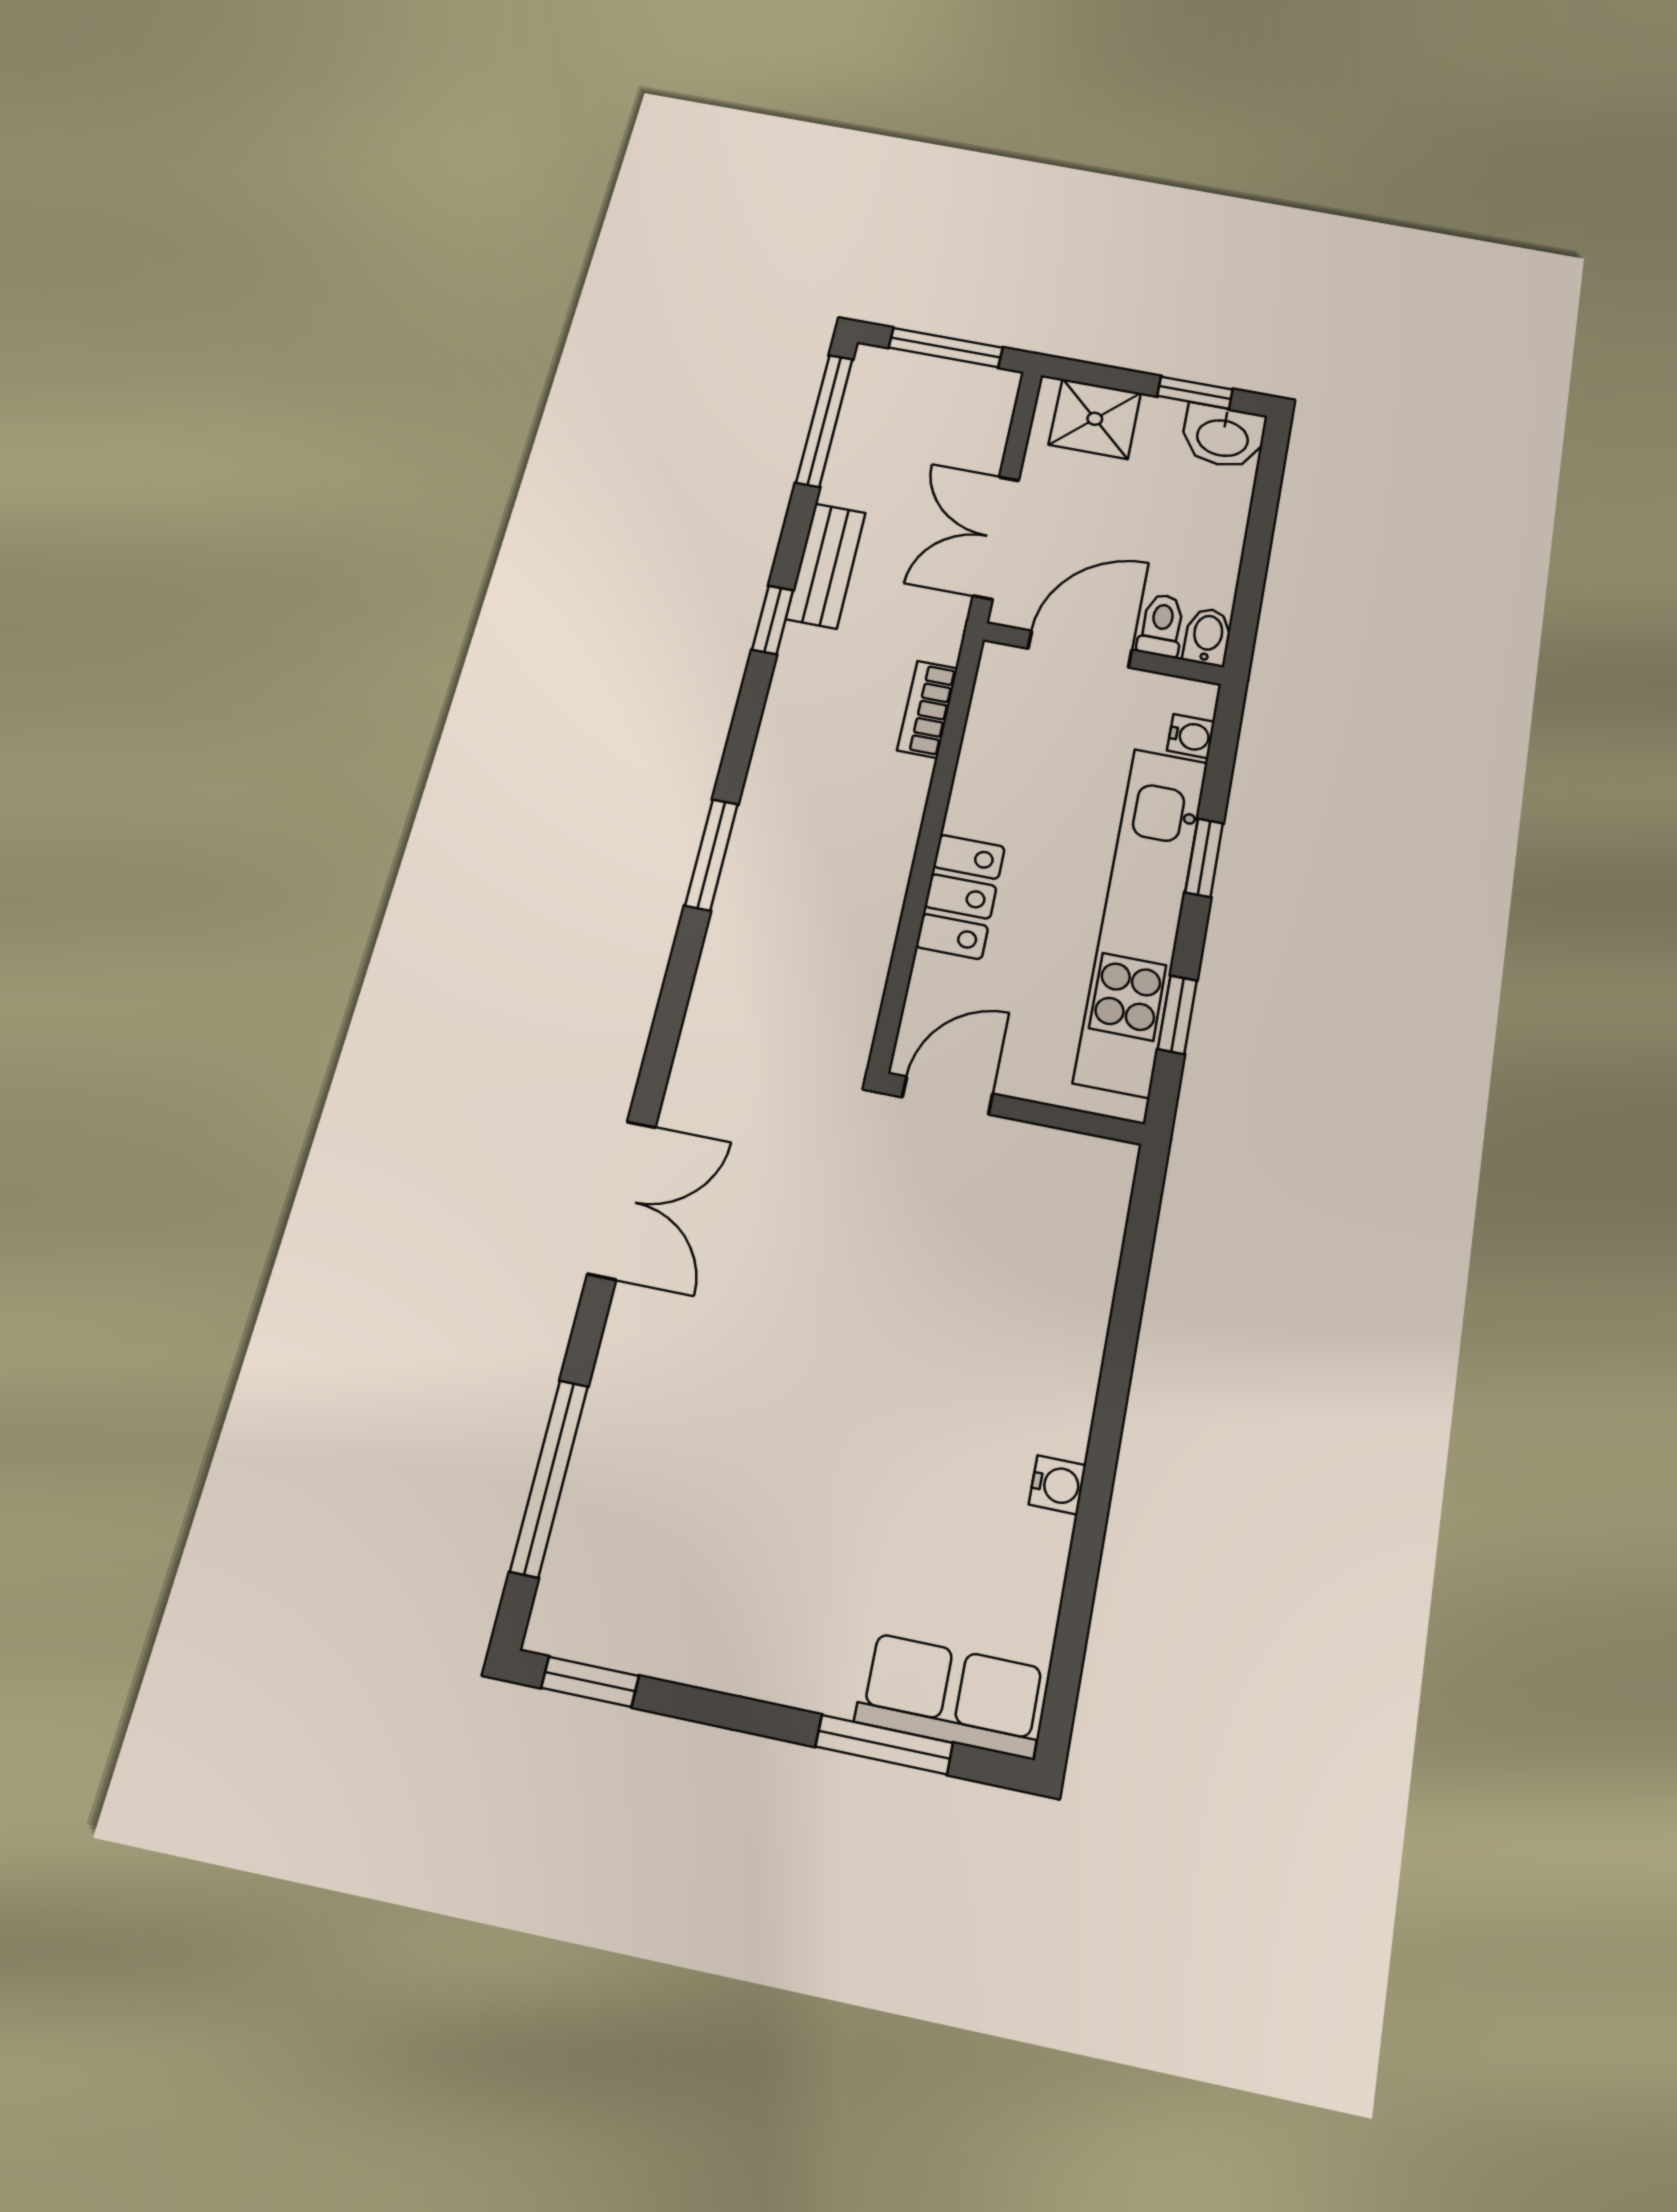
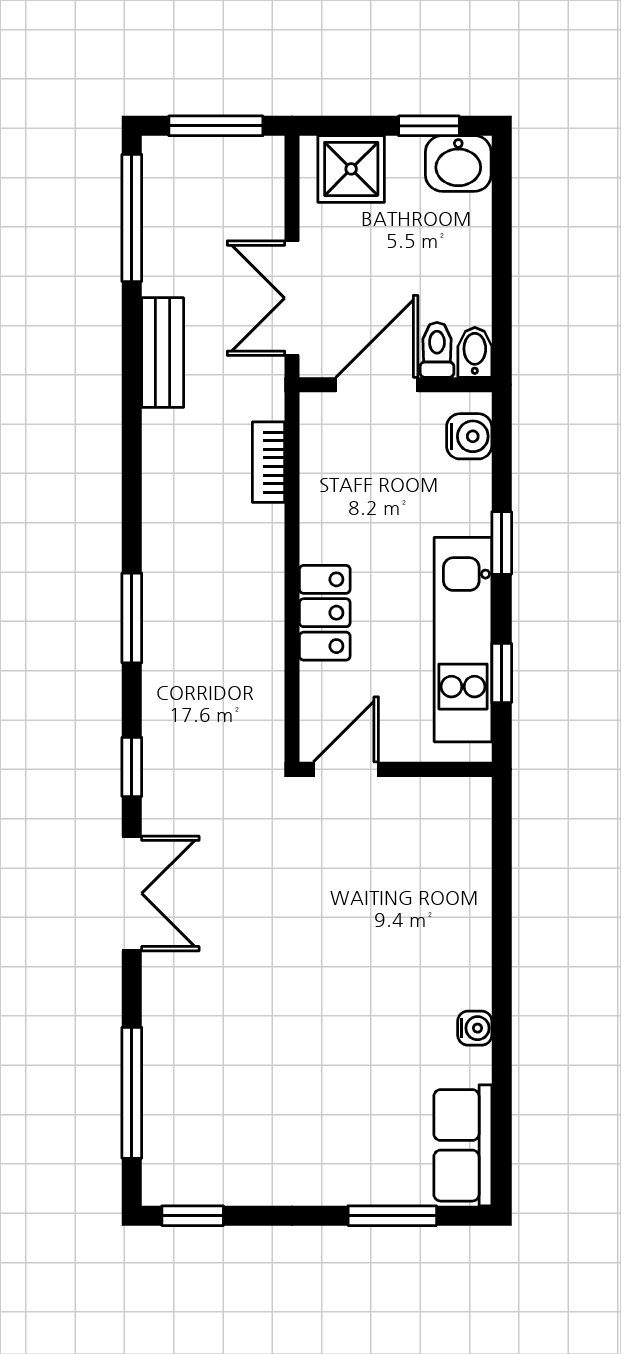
window: (773, 620) -> (132, 767), moved
water cooler: (1191, 736) -> (469, 436), width x1.38, depth x1.38
kitchen unit: (1142, 919) -> (463, 640), width x0.73
row of seats: (952, 1695) -> (463, 1145), moved, turned -90

